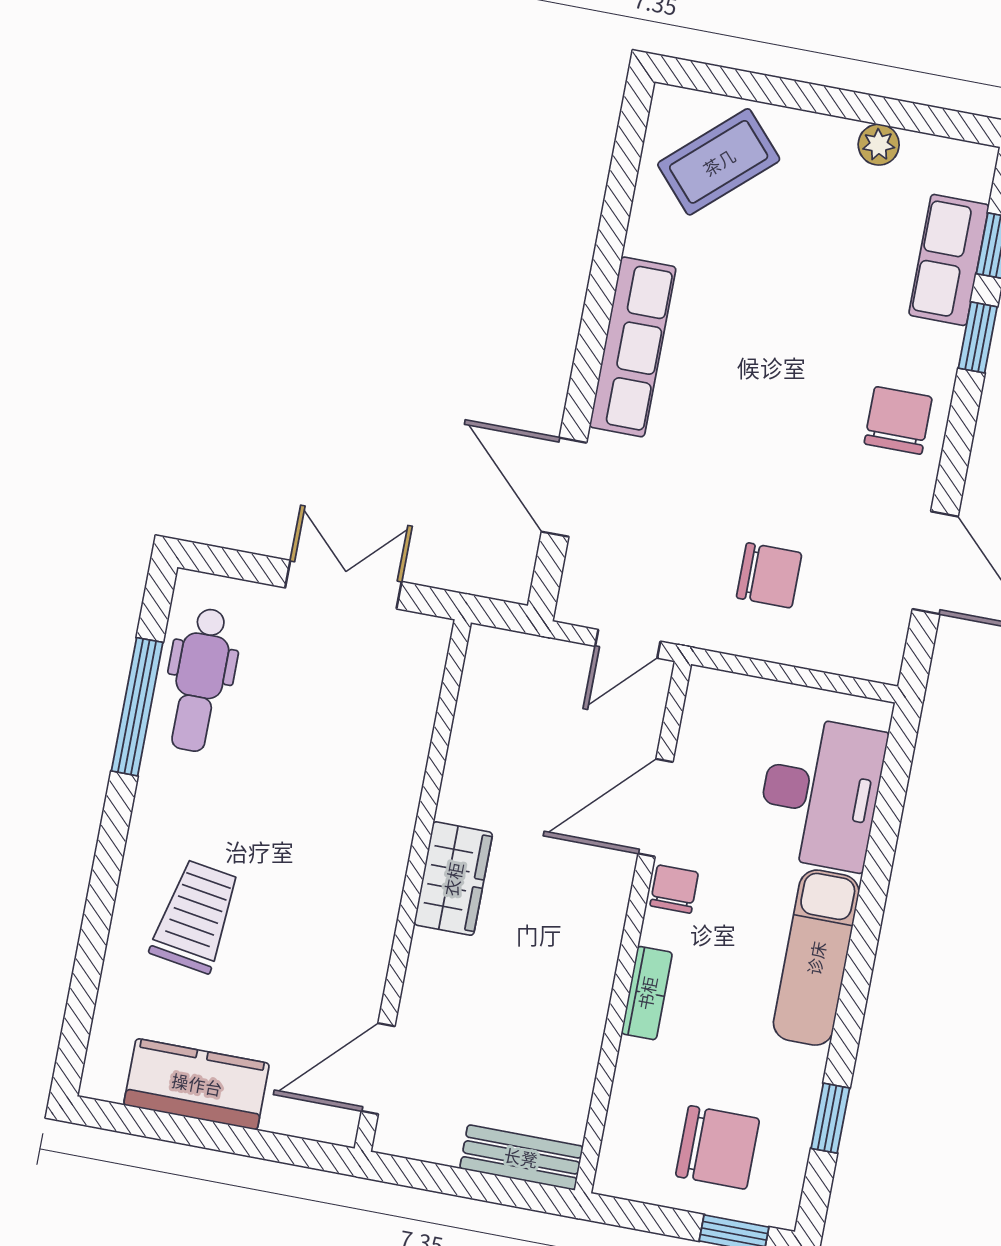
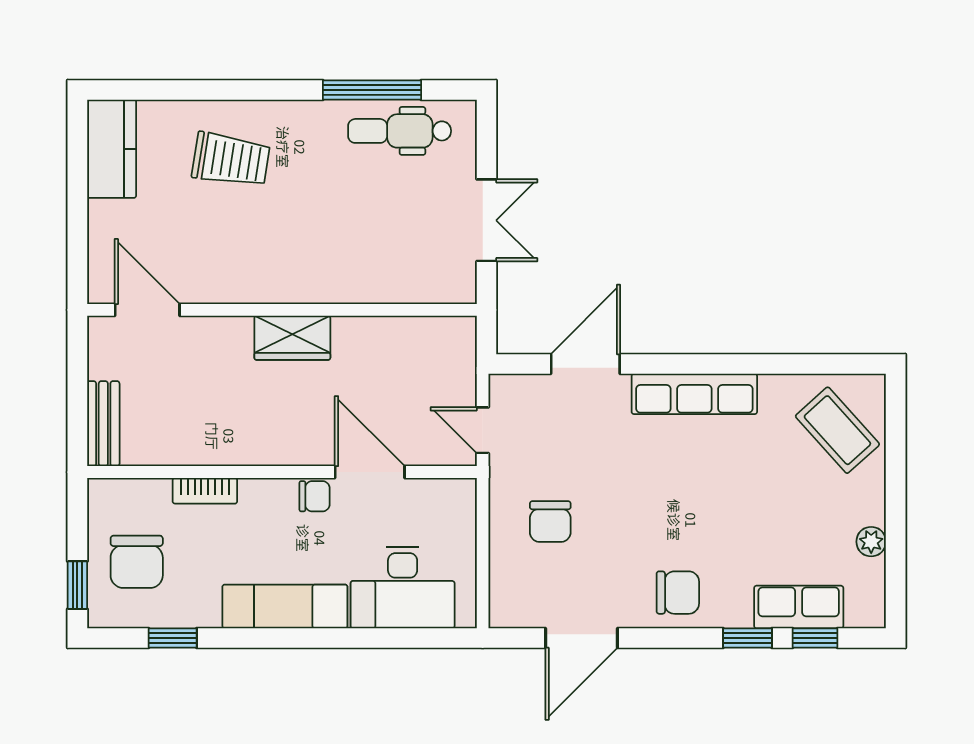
bookcase: (647, 993) -> (205, 491), moved
kitchen counter: (197, 1084) -> (112, 149), moved

